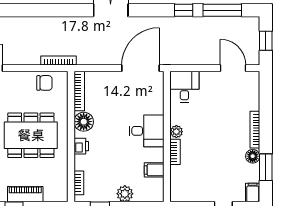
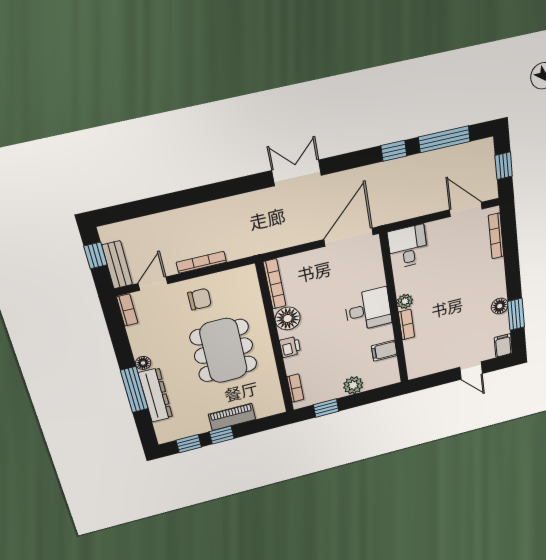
bookcase: (59, 61) -> (201, 262), moved
chair: (44, 83) -> (199, 299), moved
bookcase: (255, 130) -> (496, 236), moved
dining table: (31, 135) -> (224, 351), turned 90

